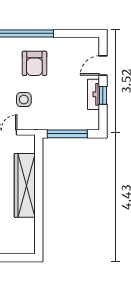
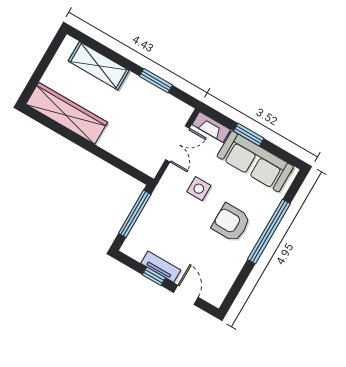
wardrobe: (25, 185) -> (67, 113), moved

